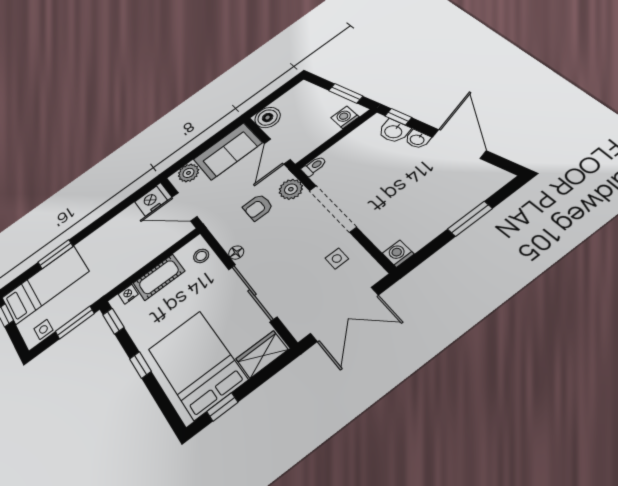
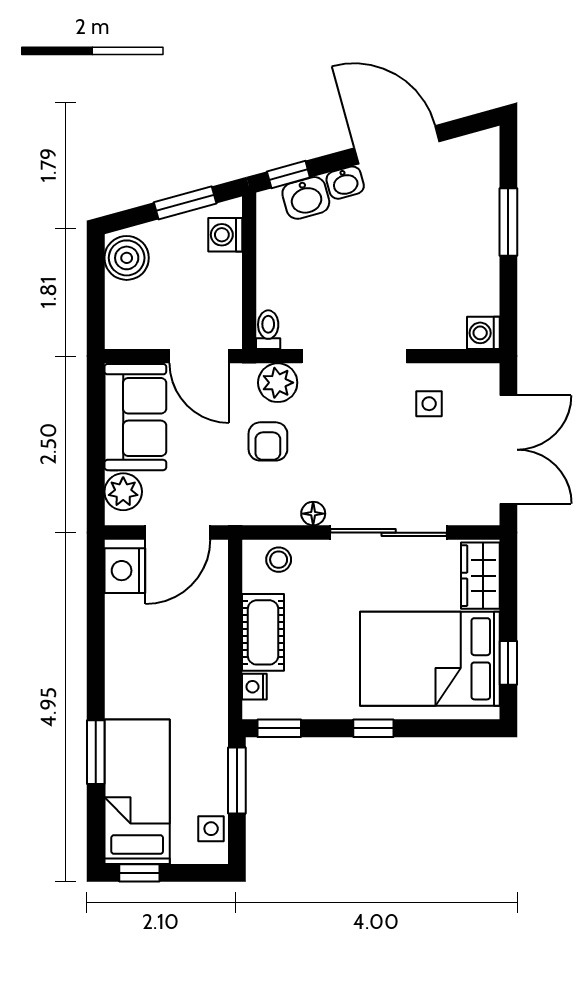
boiler: (268, 117) -> (127, 258), moved

